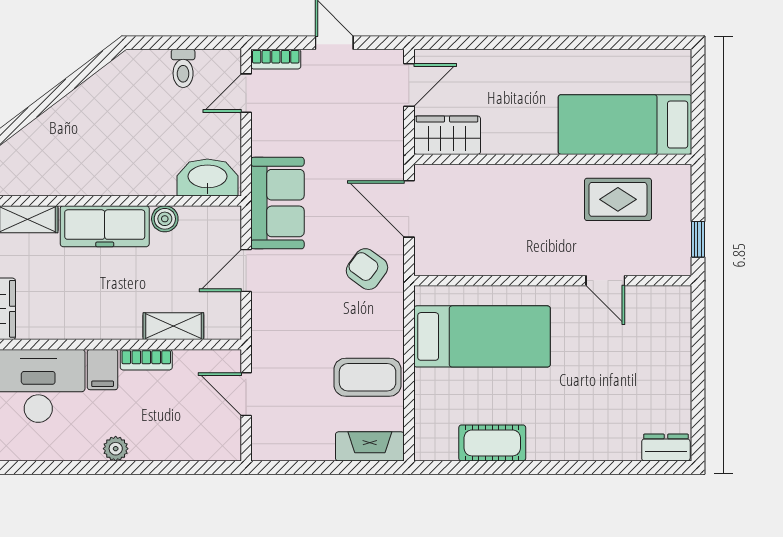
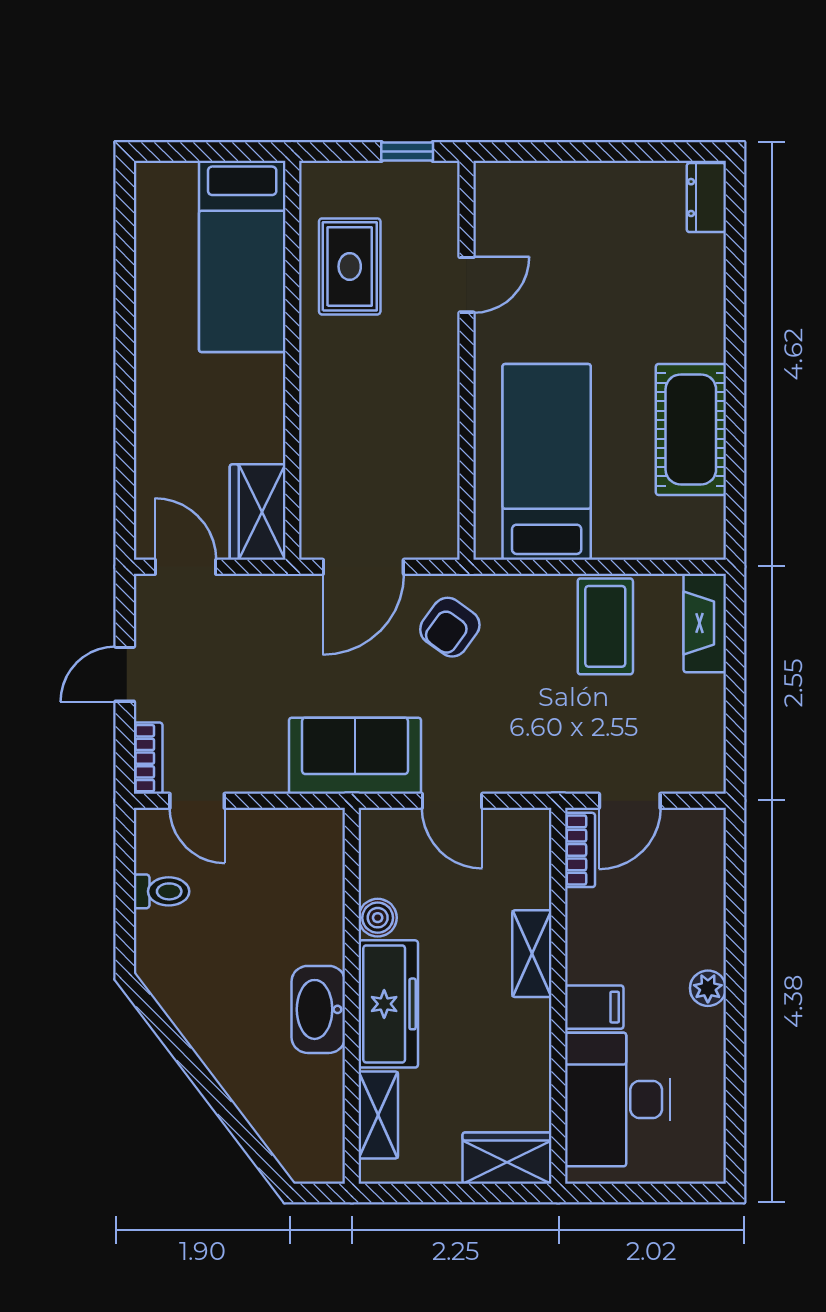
washbasin: (207, 177) -> (318, 1009), moved
shelving: (173, 326) -> (532, 954), moved
bookcase: (146, 360) -> (580, 850), moved
cot: (492, 443) -> (691, 429), width x1.37, depth x1.34

